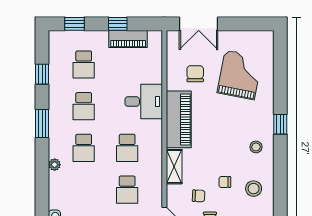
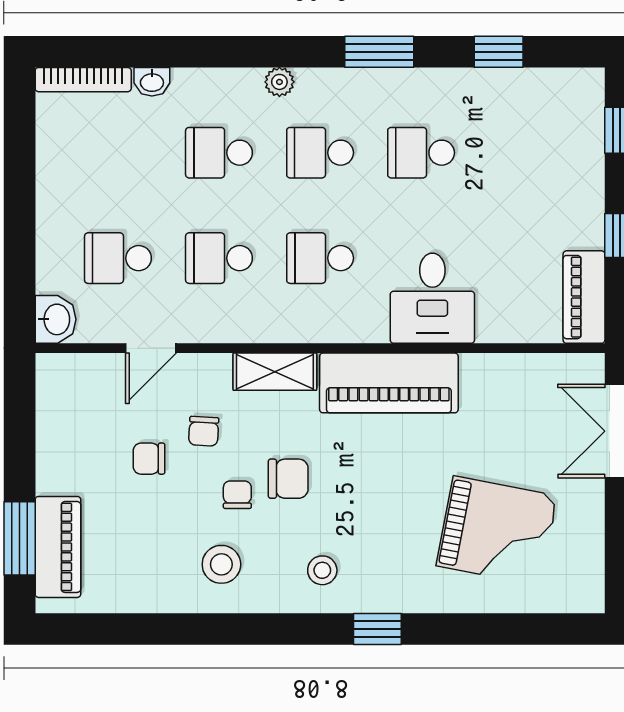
piano: (128, 39) -> (584, 297), moved
school desk: (84, 65) -> (219, 153), moved
chair: (195, 74) -> (288, 479), moved

